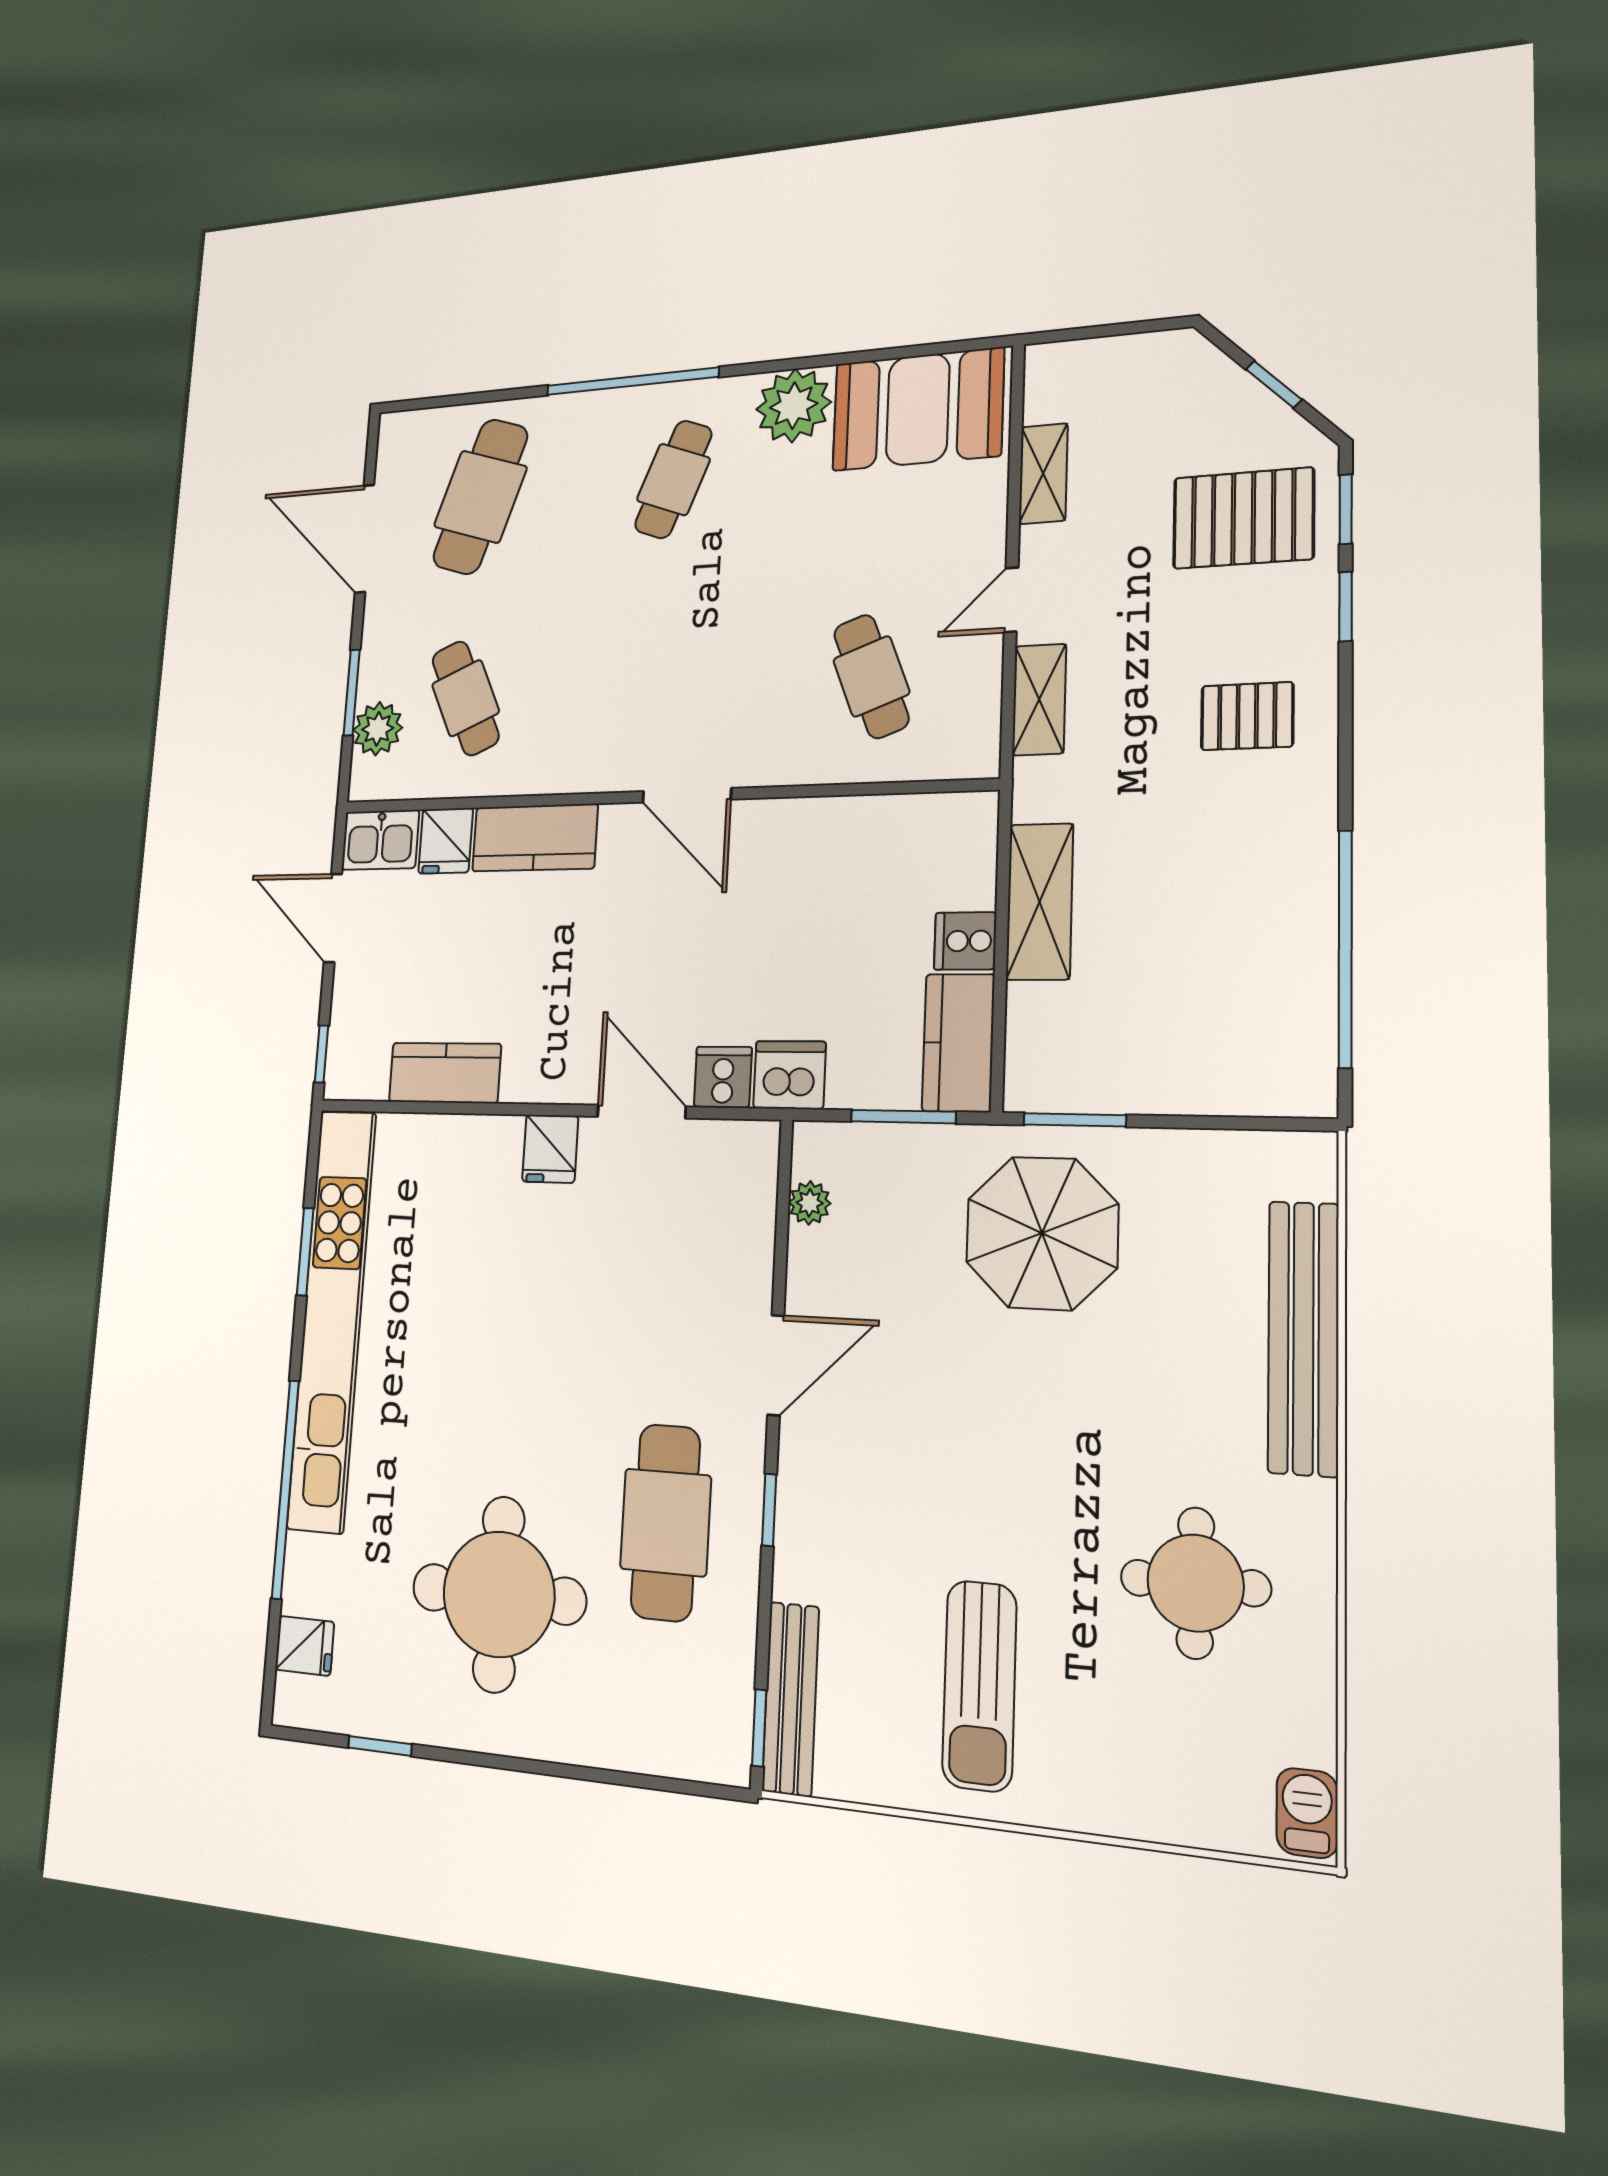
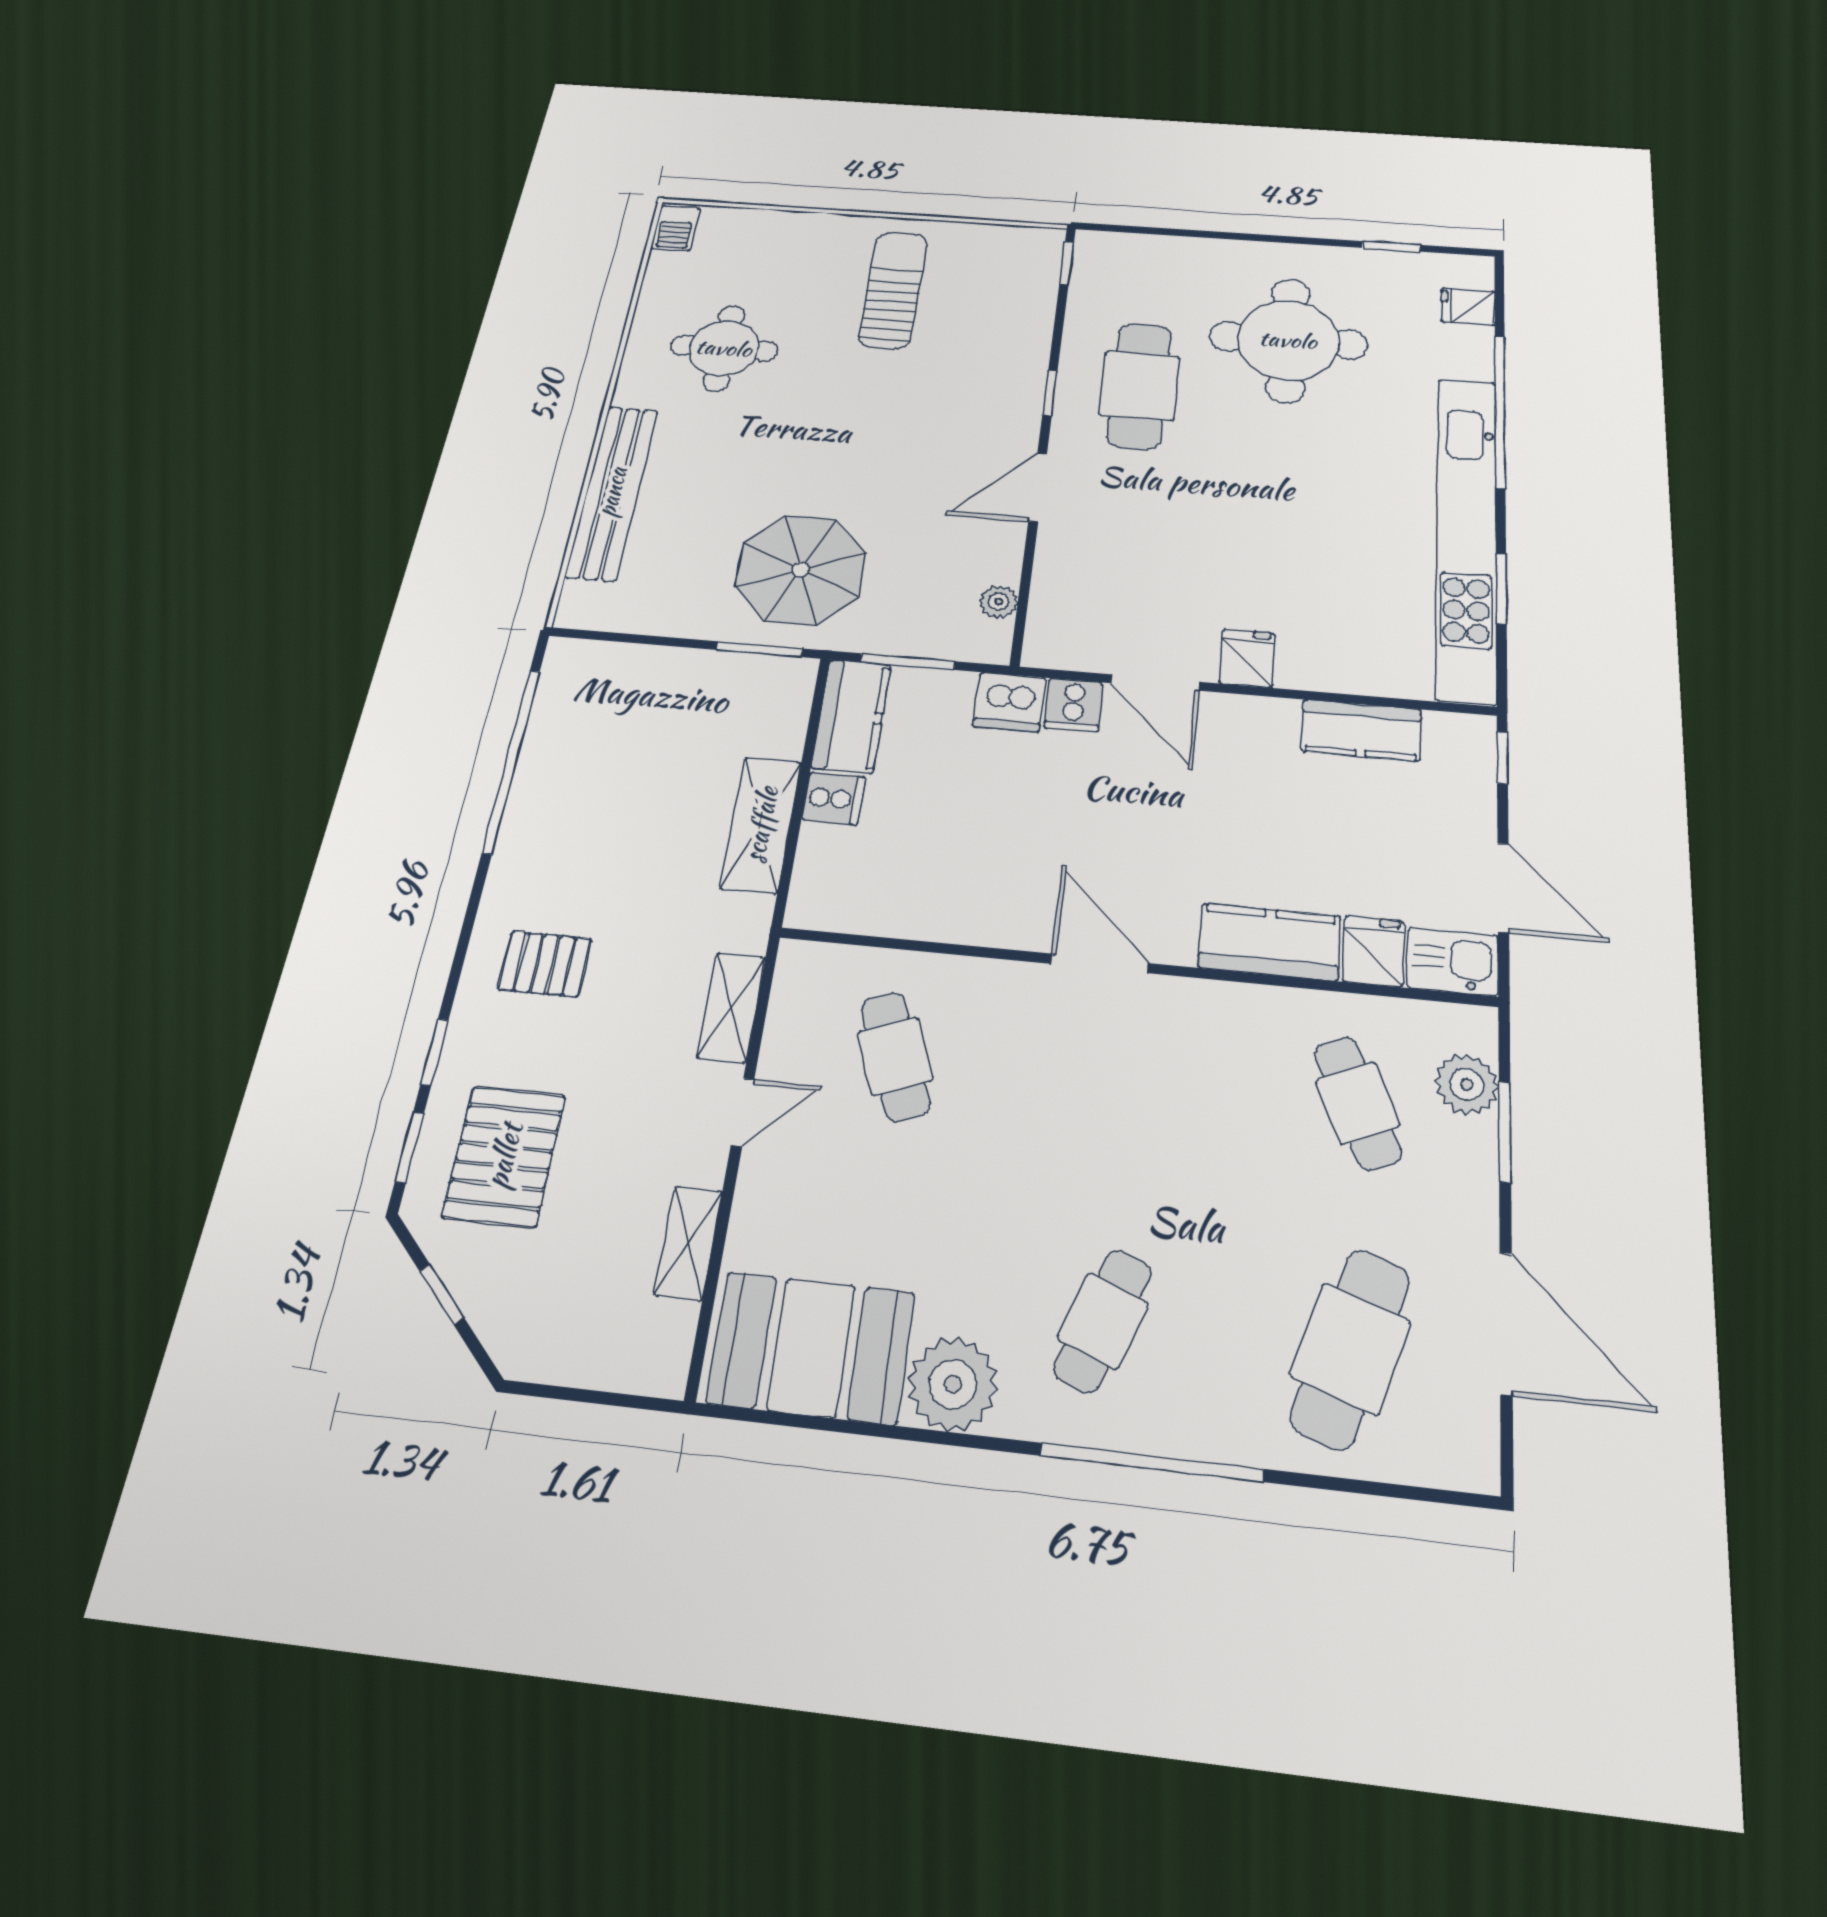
pallet: (1243, 518) -> (504, 1156), turned 90
bench: (791, 1699) -> (1040, 280), removed

